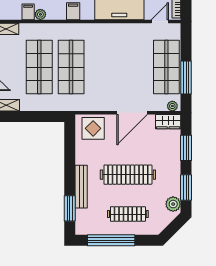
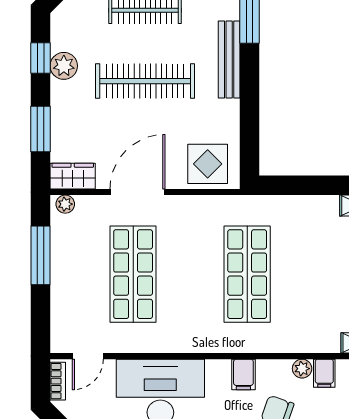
shop shelf: (39, 67) -> (304, 274), removed
shop shelf: (166, 67) -> (133, 274), moved
window: (186, 187) -> (41, 58), width x0.67
plant: (173, 204) -> (64, 66), moved

